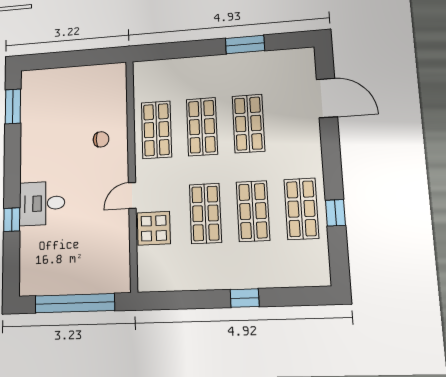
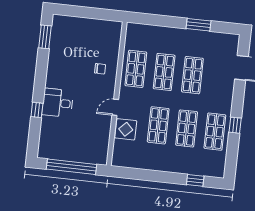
window: (335, 213) -> (235, 125), moved
window: (245, 298) -> (195, 180), moved

